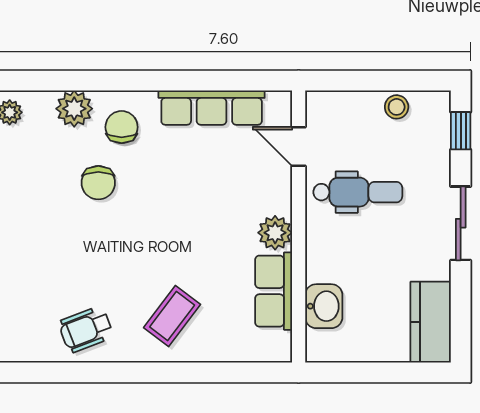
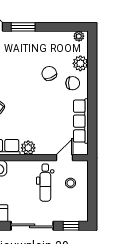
stool: (397, 107) -> (71, 183), moved
chair: (98, 183) -> (49, 73), turned 68
sliding door: (461, 223) -> (32, 226), width x1.37

